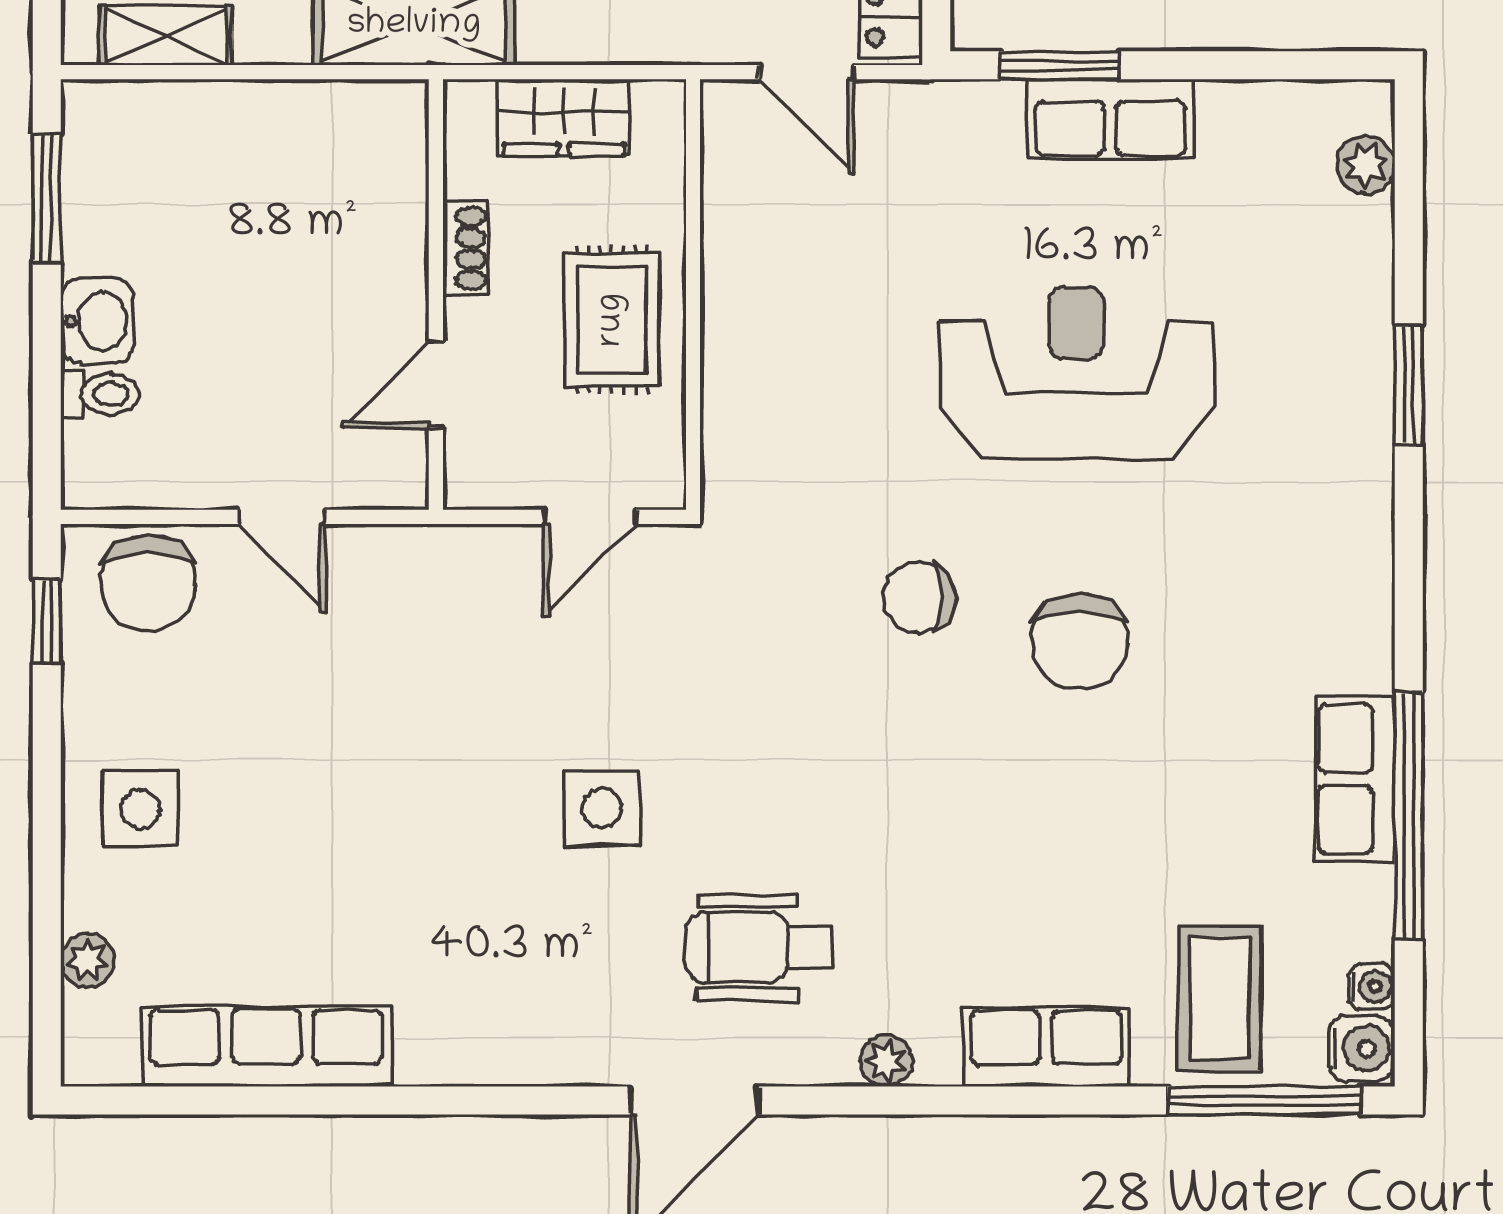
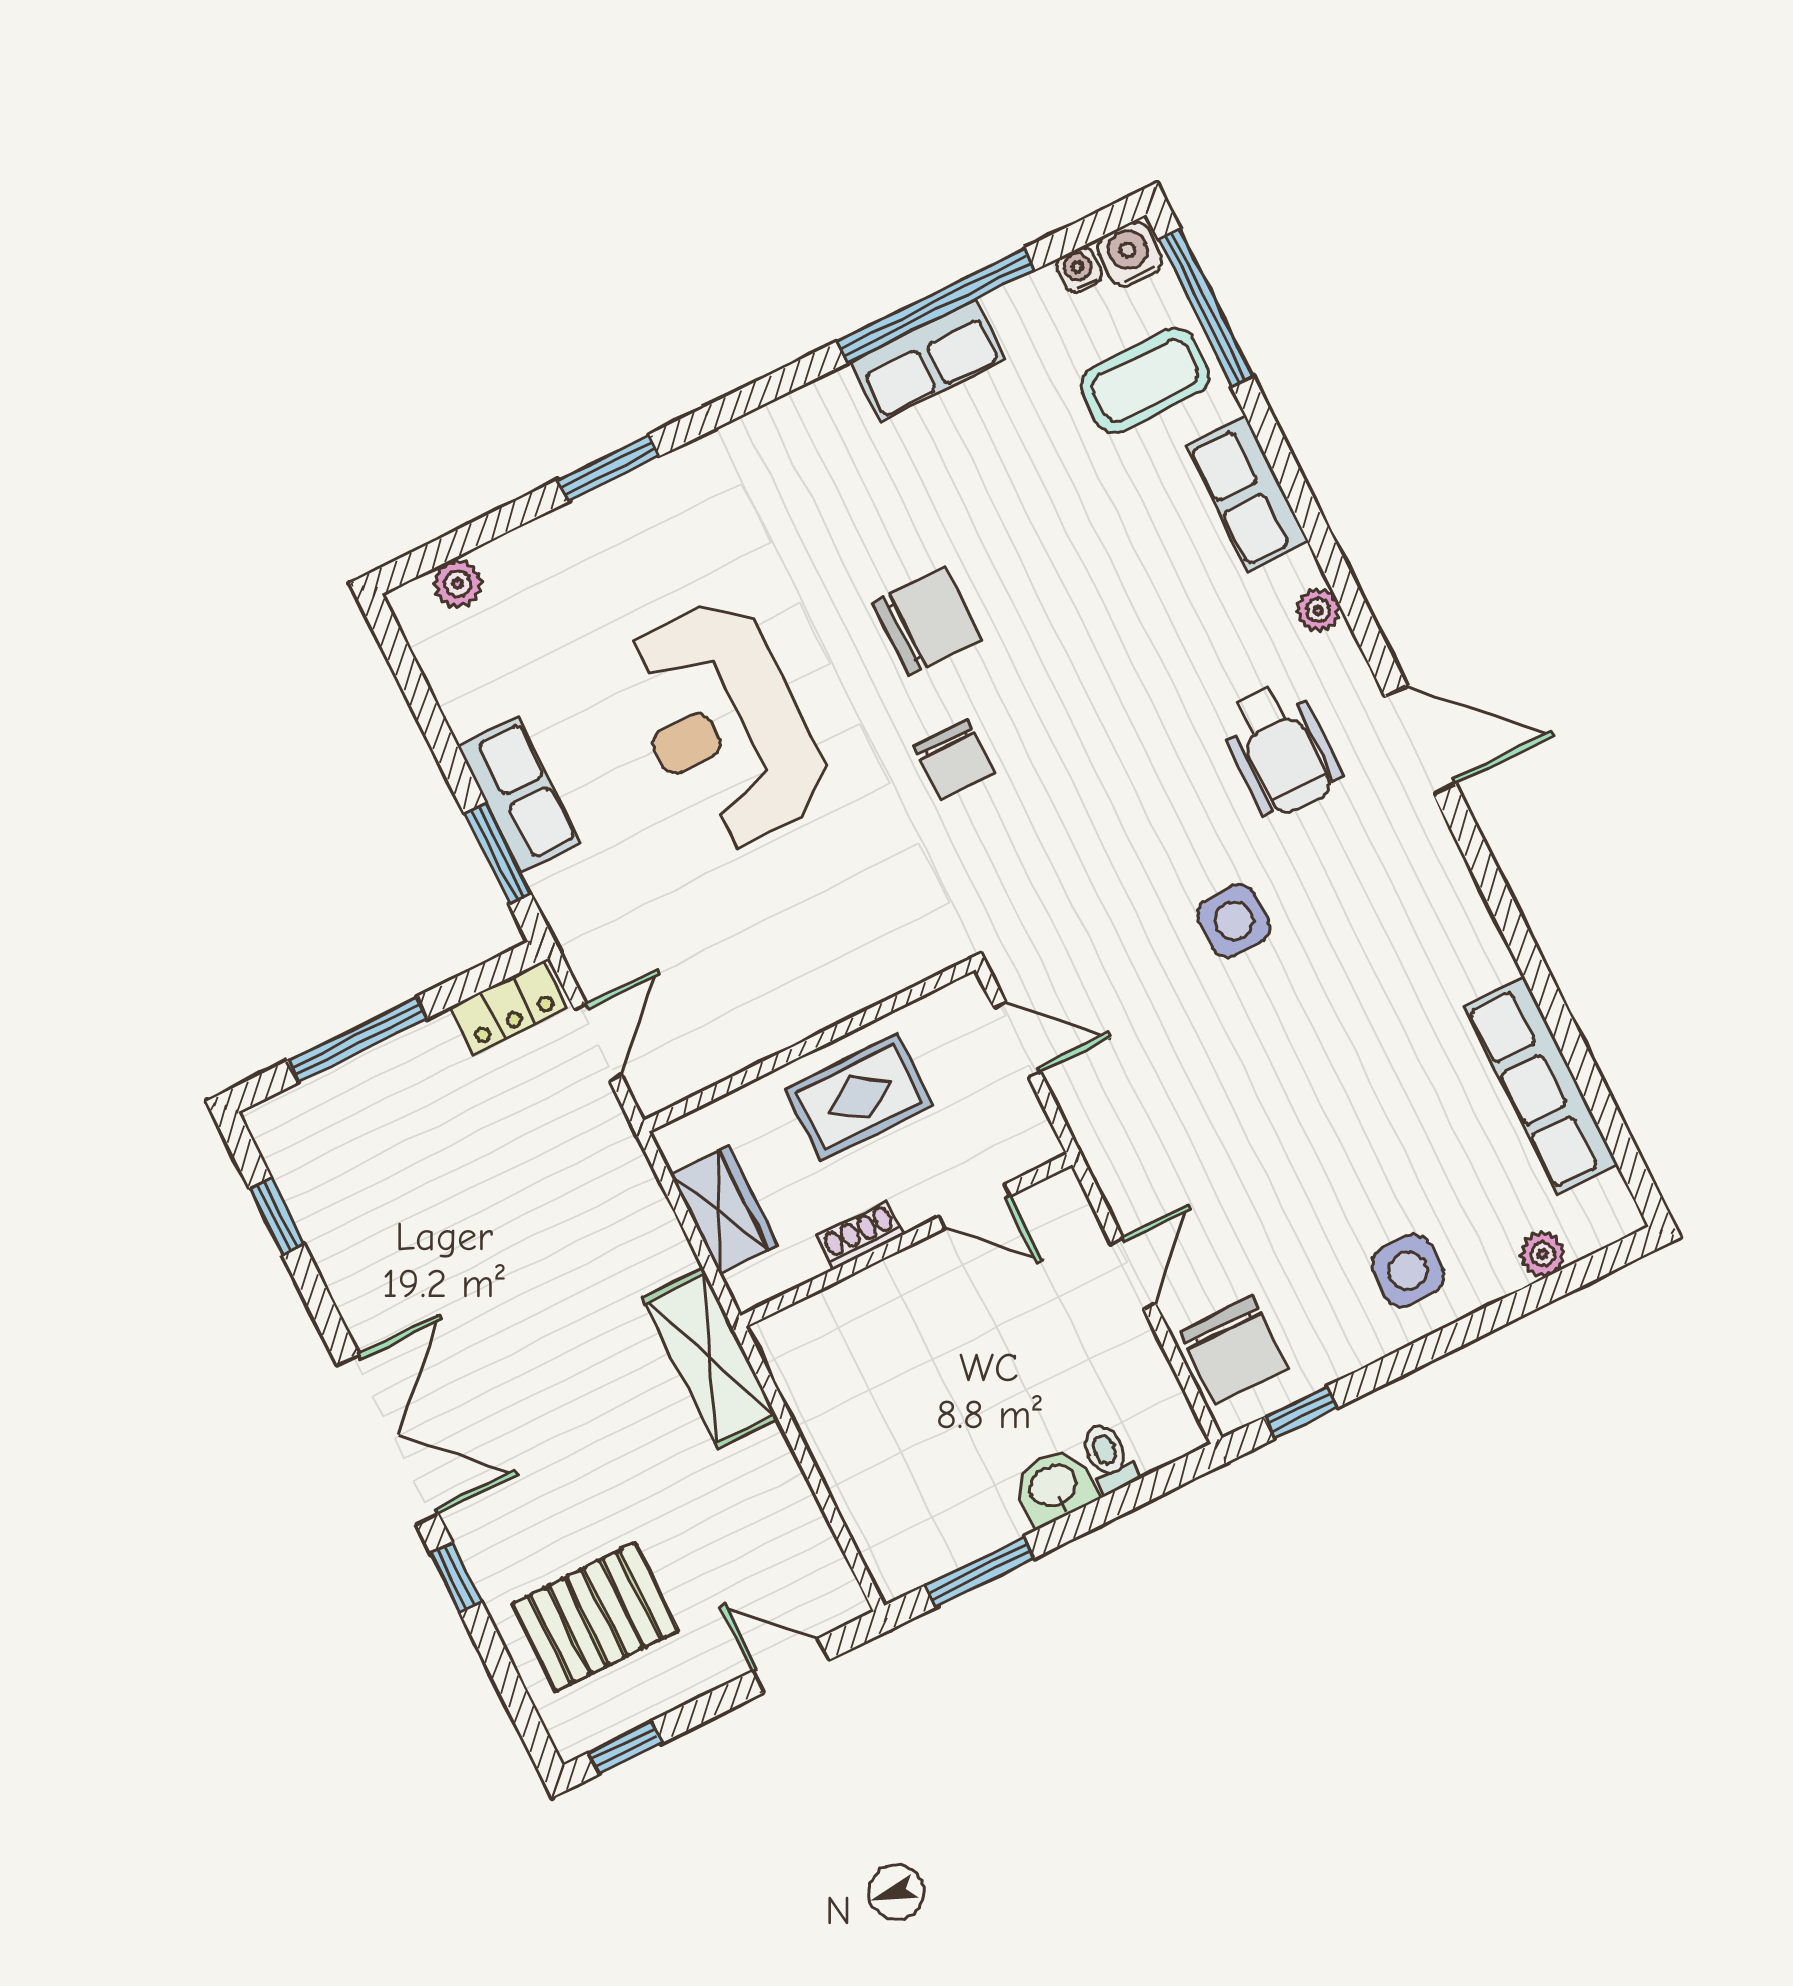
shelving: (166, 35) -> (811, 1543), removed
chair: (148, 583) -> (1234, 1350), turned 90

